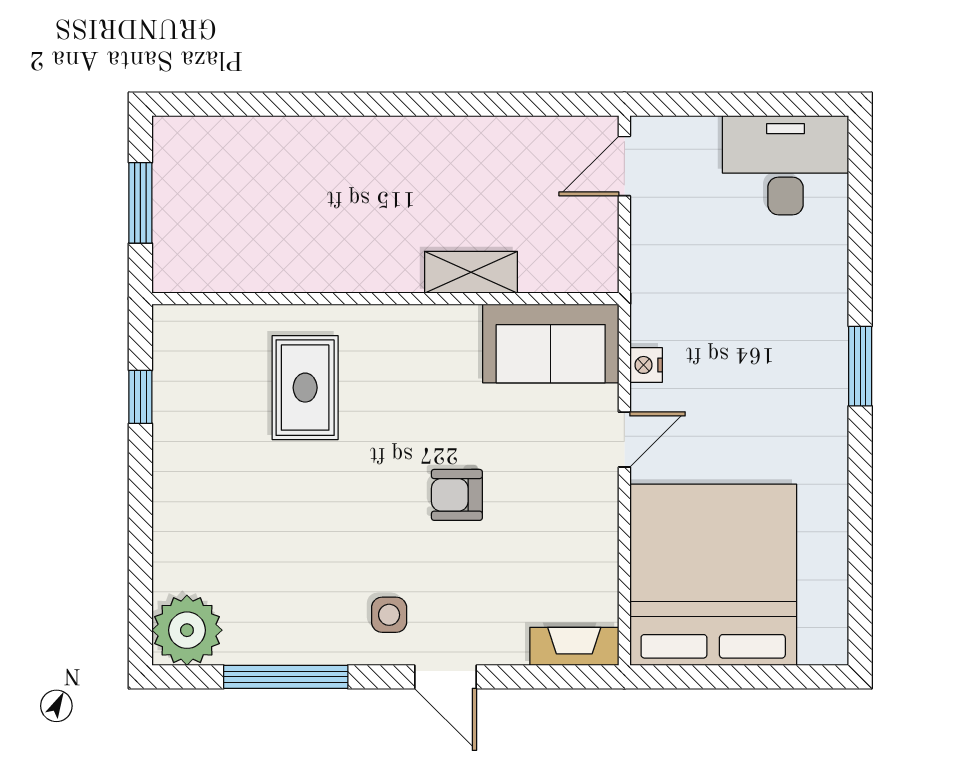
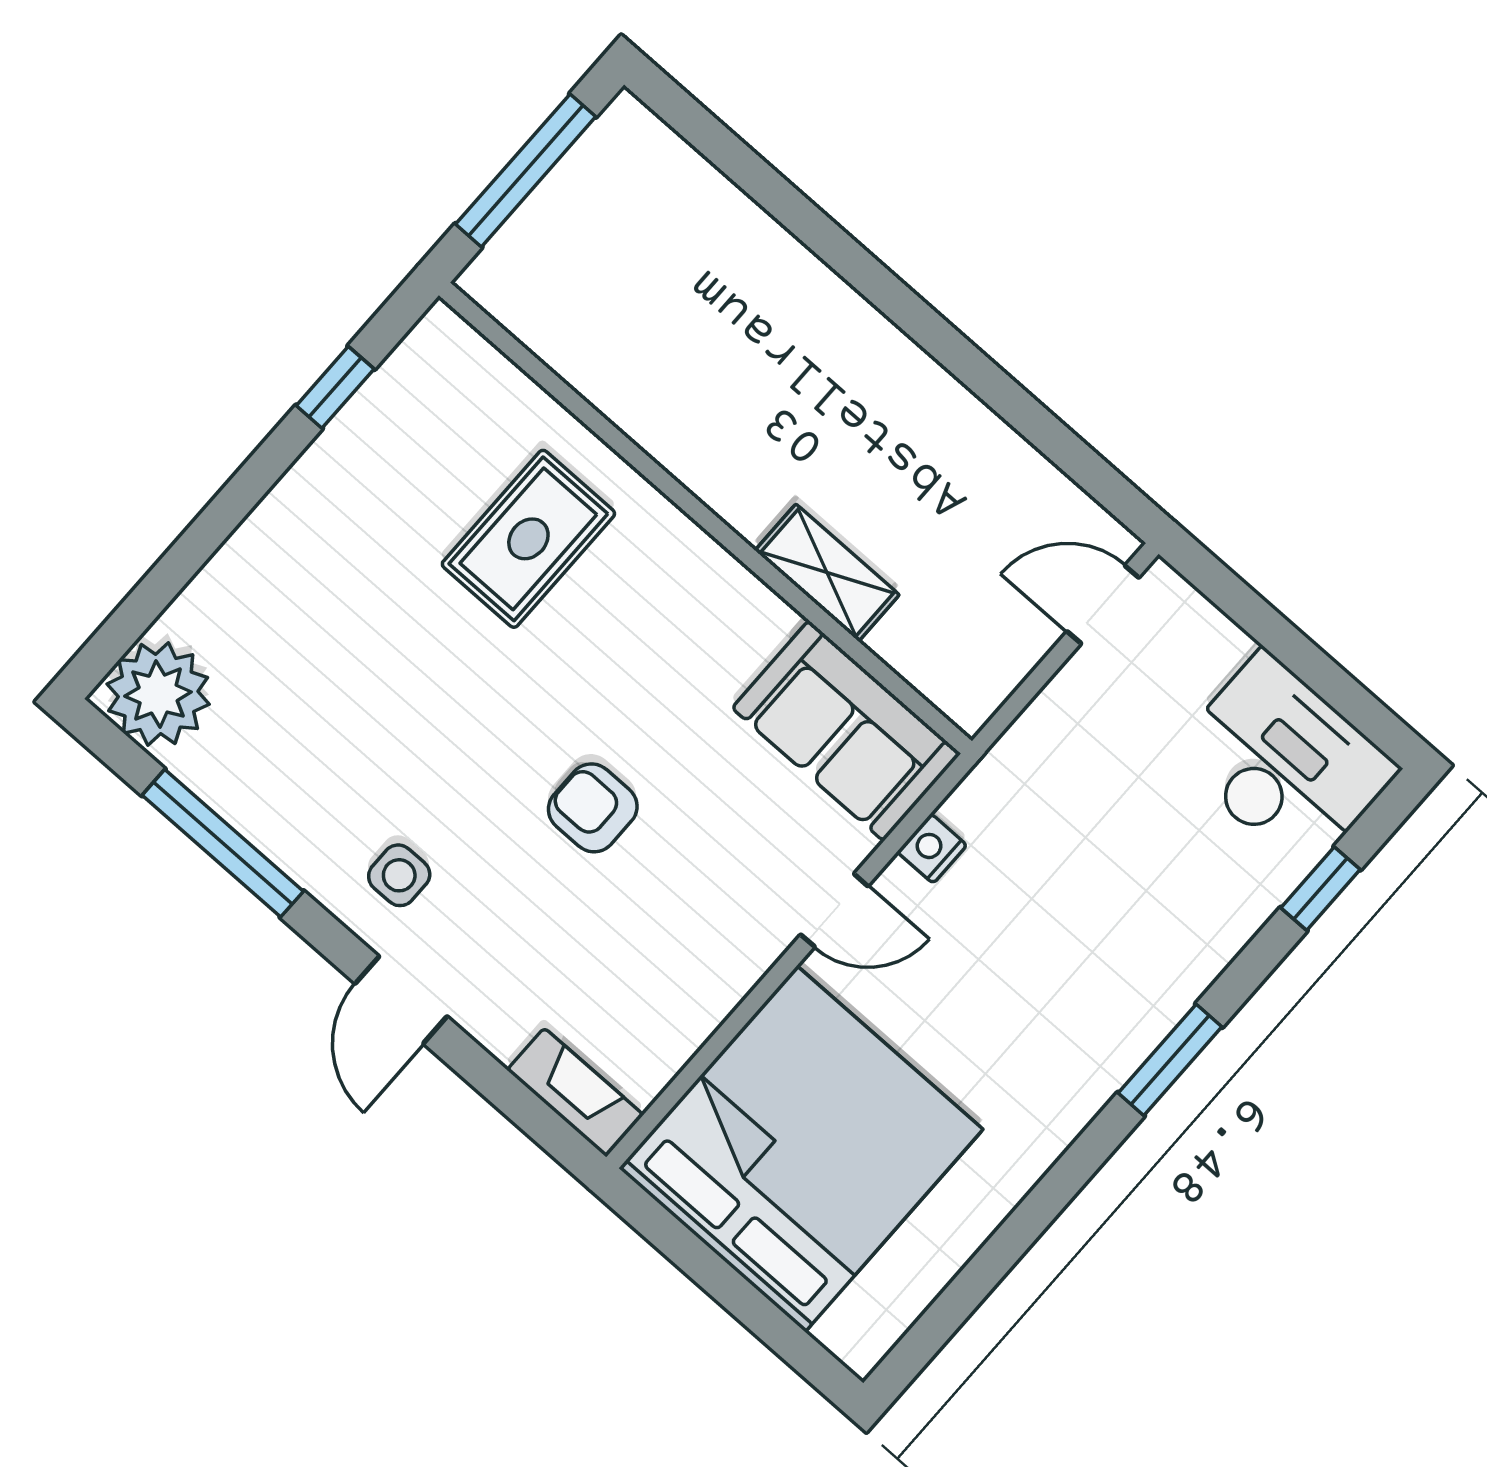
window: (140, 203) -> (526, 170), width x1.44
window: (860, 213) -> (1320, 889), added

